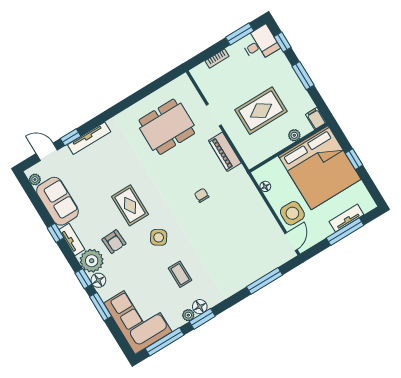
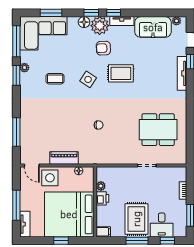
desk: (260, 44) -> (162, 225), moved
rug: (261, 111) -> (136, 219), moved
dining table: (167, 127) -> (158, 130), turned 90
plant: (294, 135) -> (101, 186), moved
printer: (280, 142) -> (102, 198), added
piano: (225, 152) -> (64, 158), moved
tv unit: (346, 218) -> (25, 224), moved
window: (56, 233) -> (114, 13), moved
window: (101, 307) -> (51, 13), moved
floor lamp: (200, 307) -> (25, 79), removed

